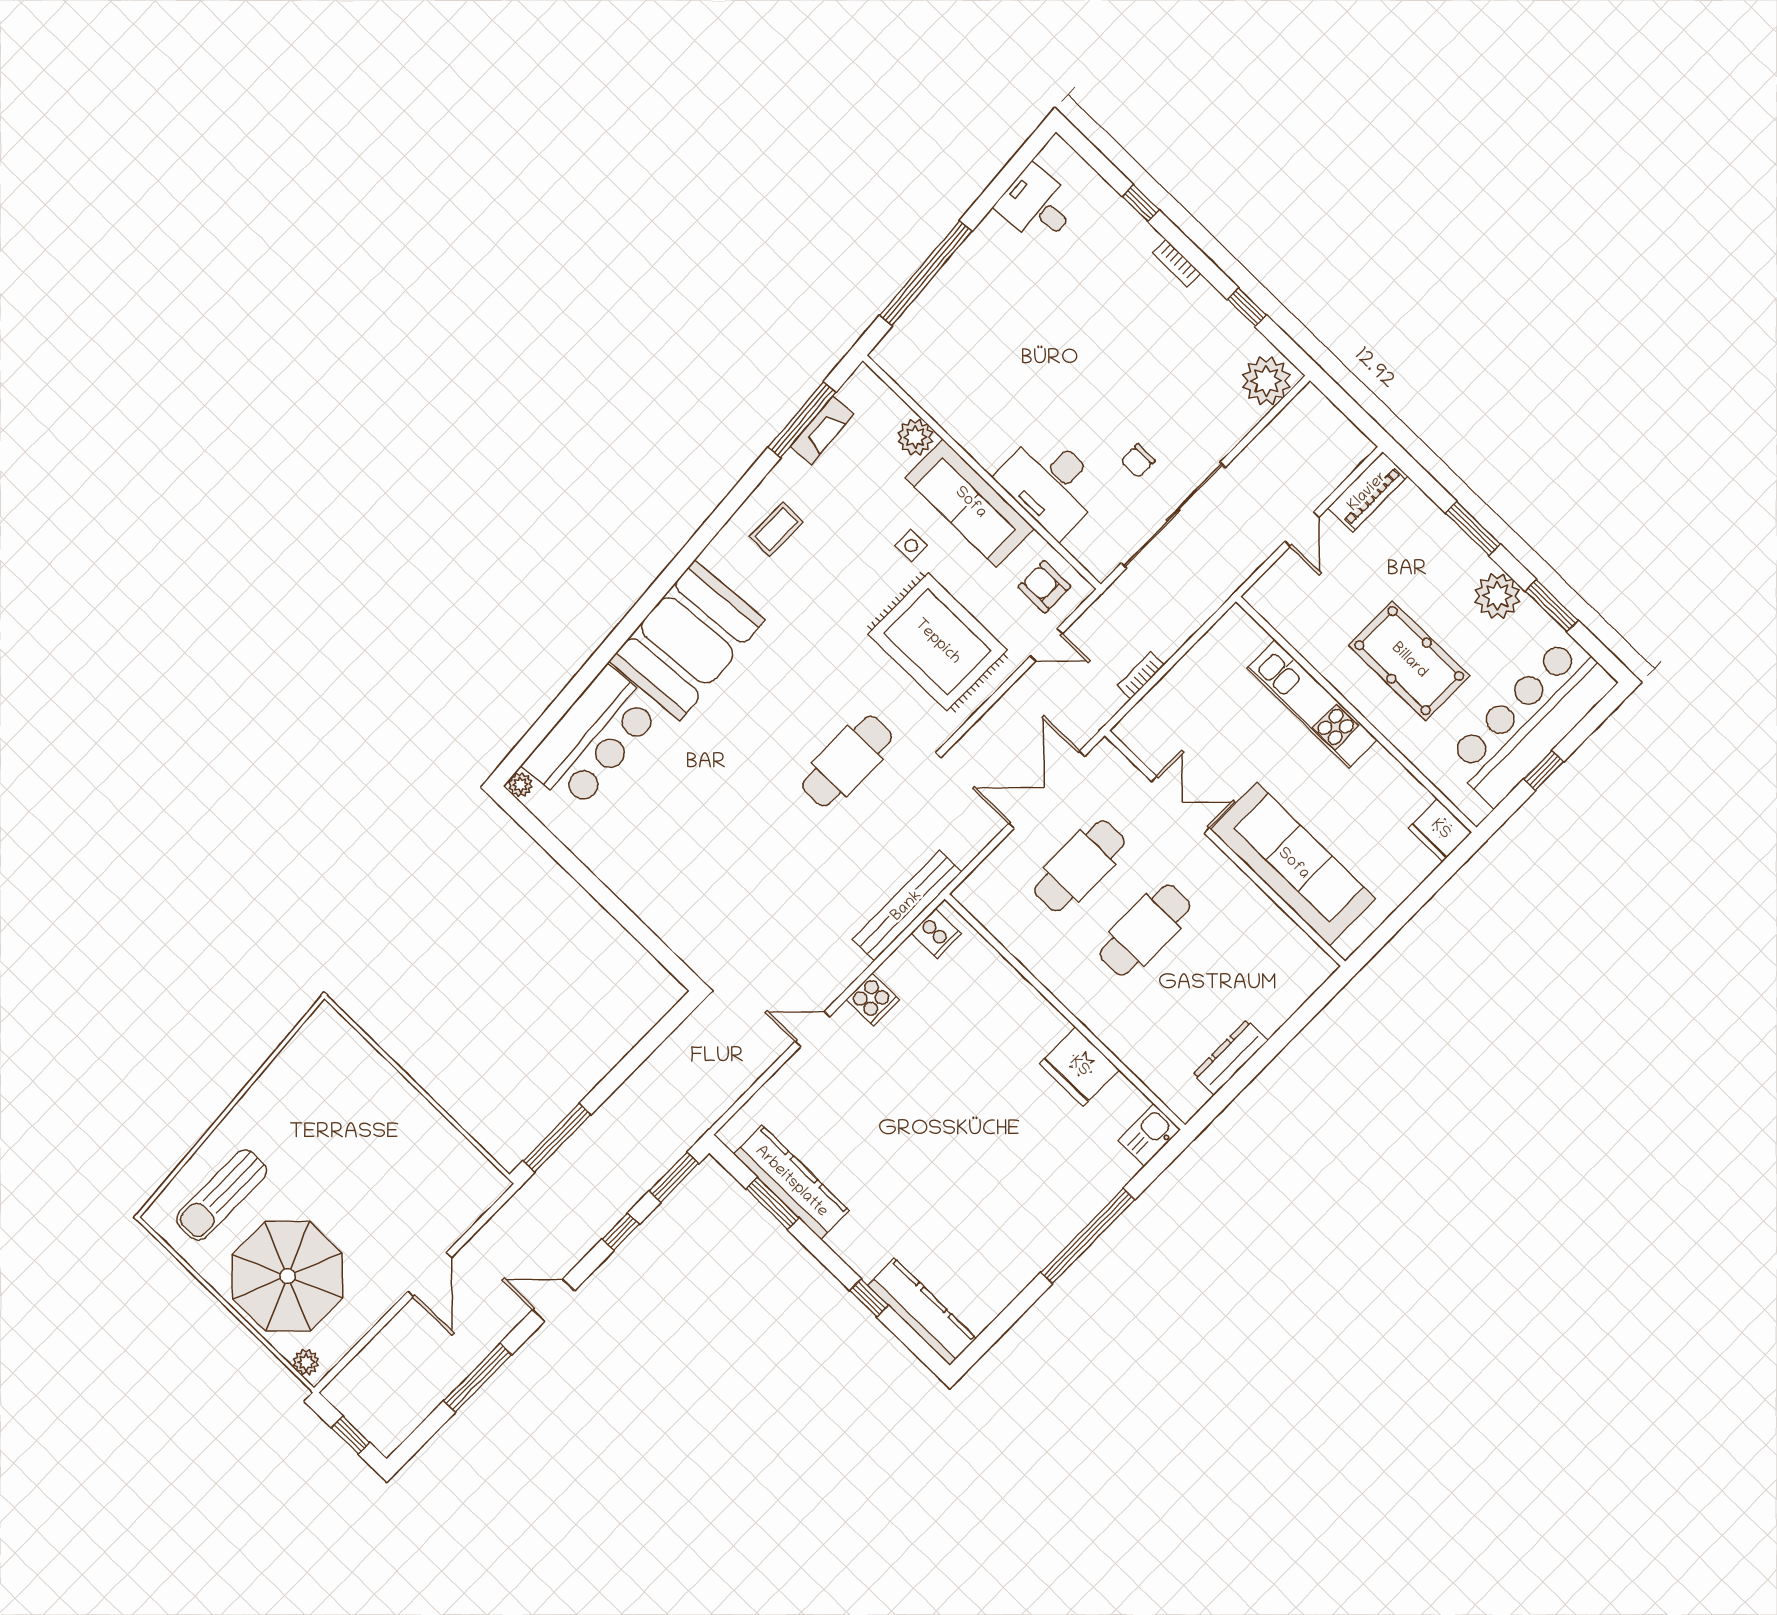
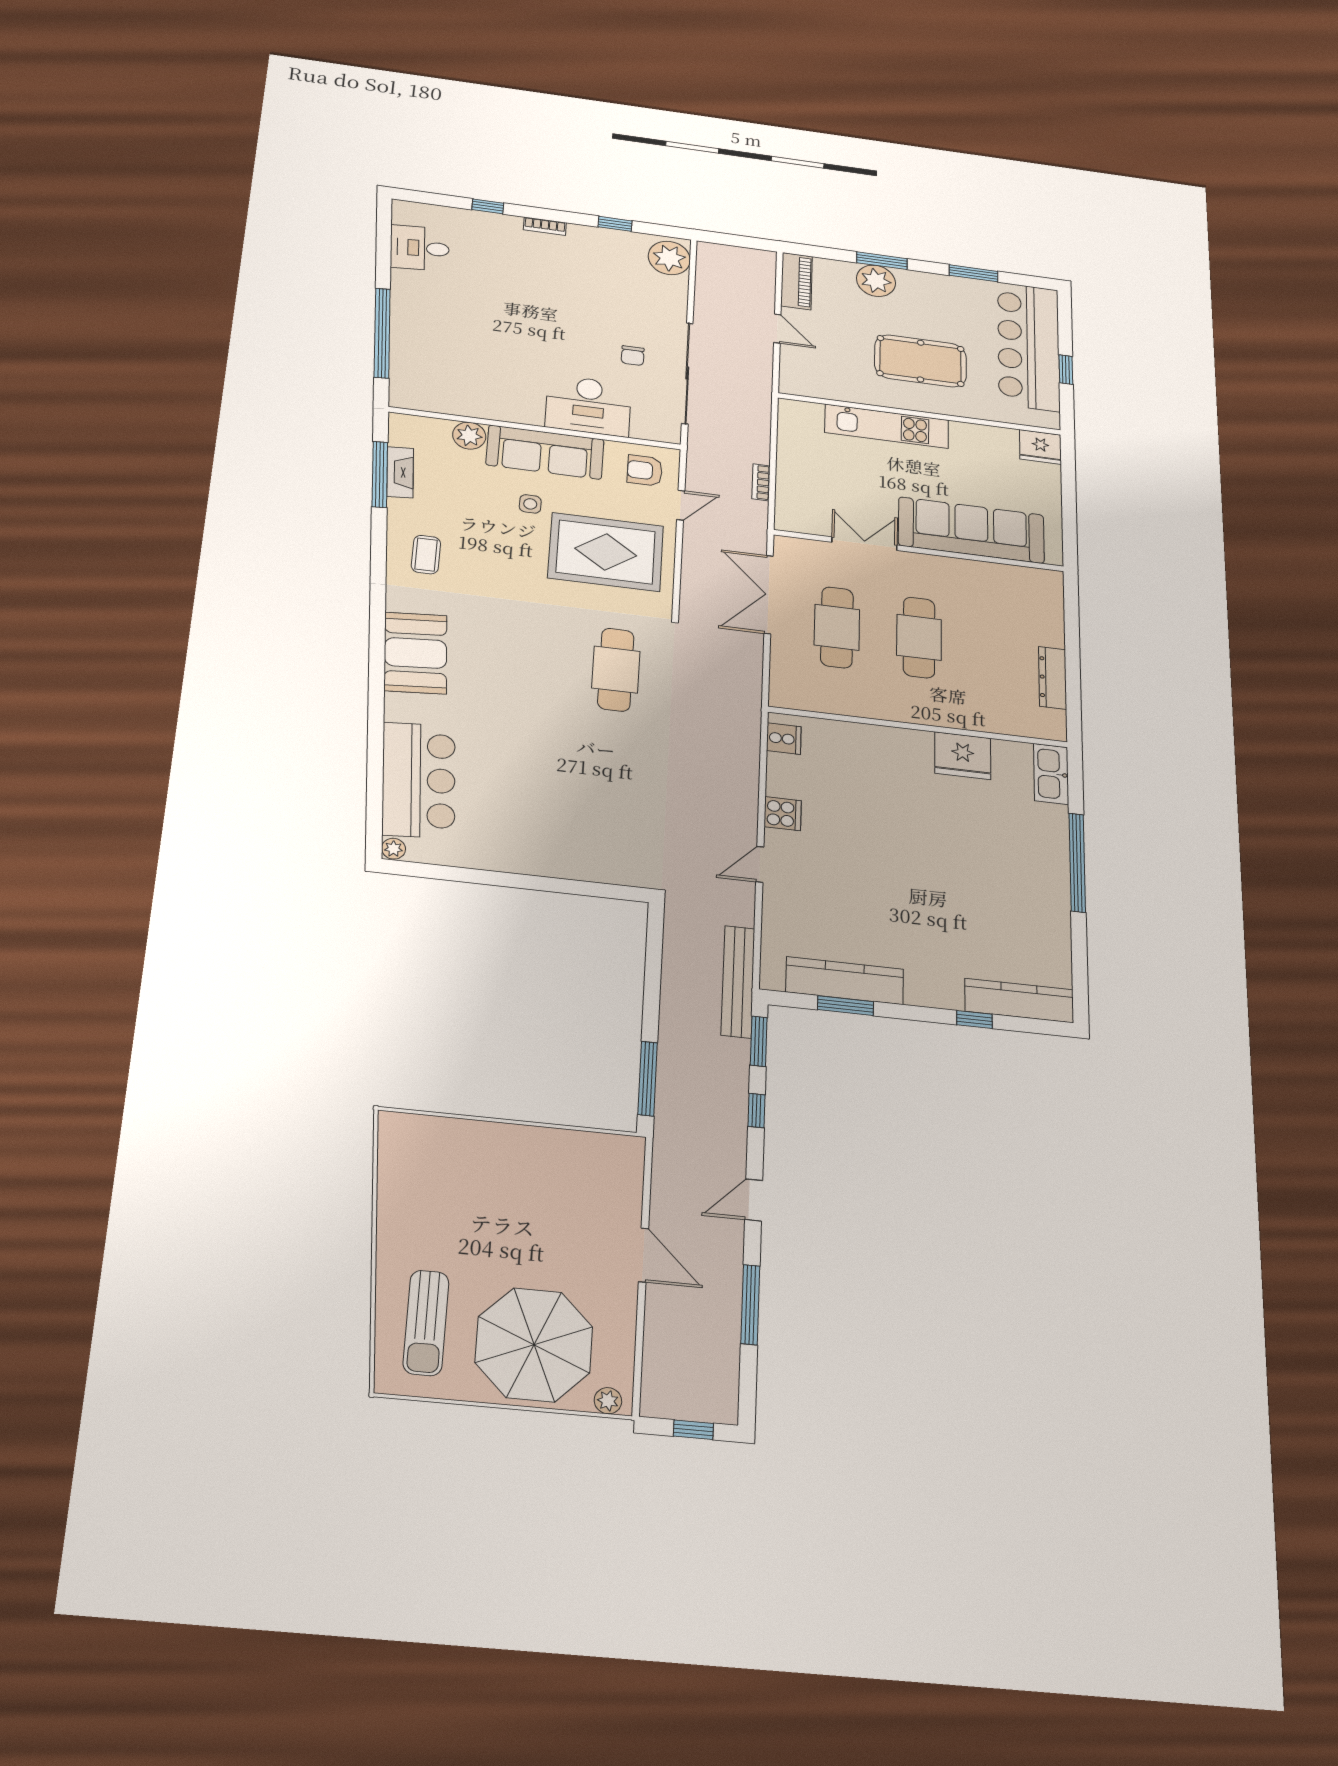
plant: (1497, 596) -> (876, 281), moved
booth: (687, 640) -> (416, 653), width x0.73, depth x0.70
bench: (907, 906) -> (738, 982), moved
kitchen sink: (1149, 1135) -> (1051, 774), width x1.38

